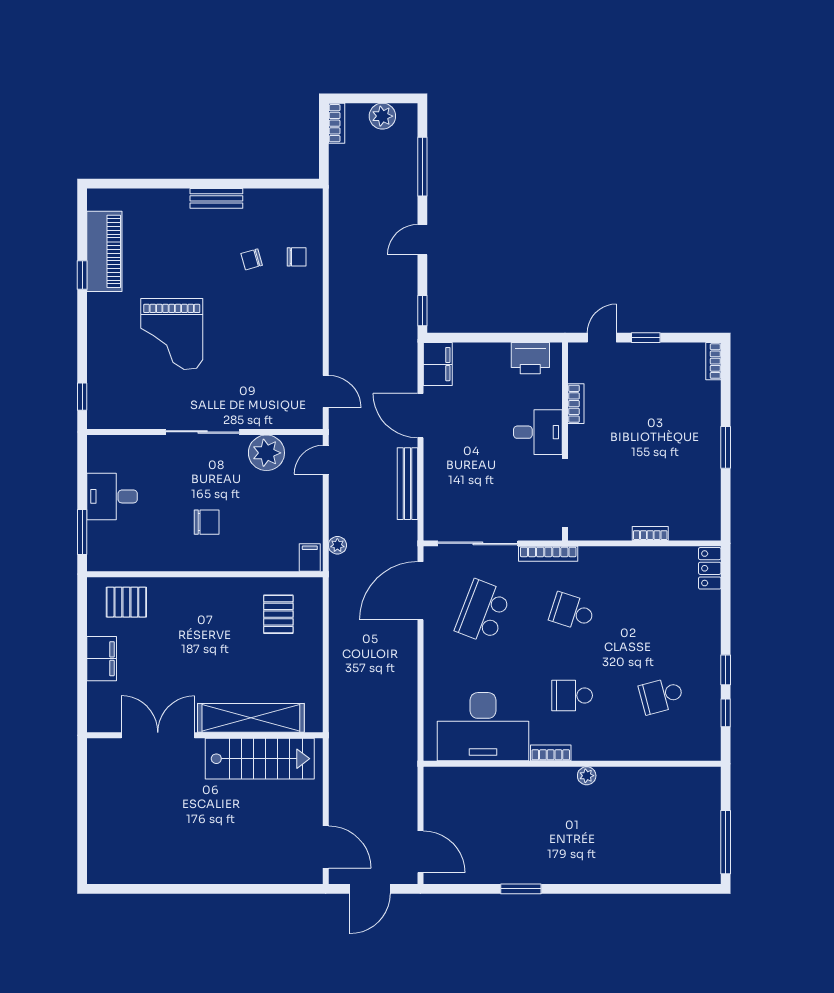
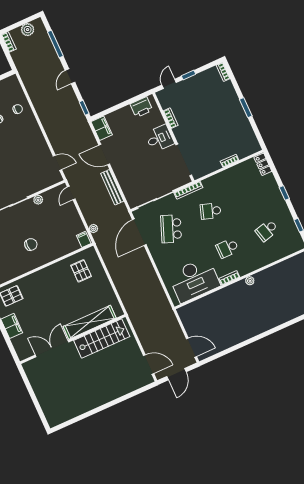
plant: (266, 453) -> (38, 200), width x0.53, depth x0.53
window: (726, 670) -> (284, 193), moved
window: (521, 889) -> (243, 344), removed

